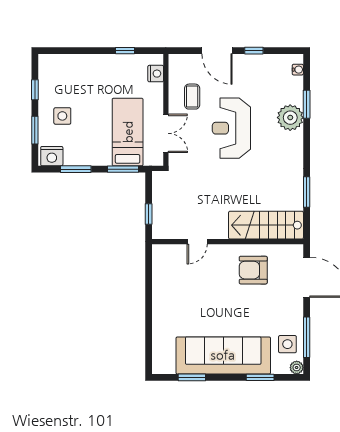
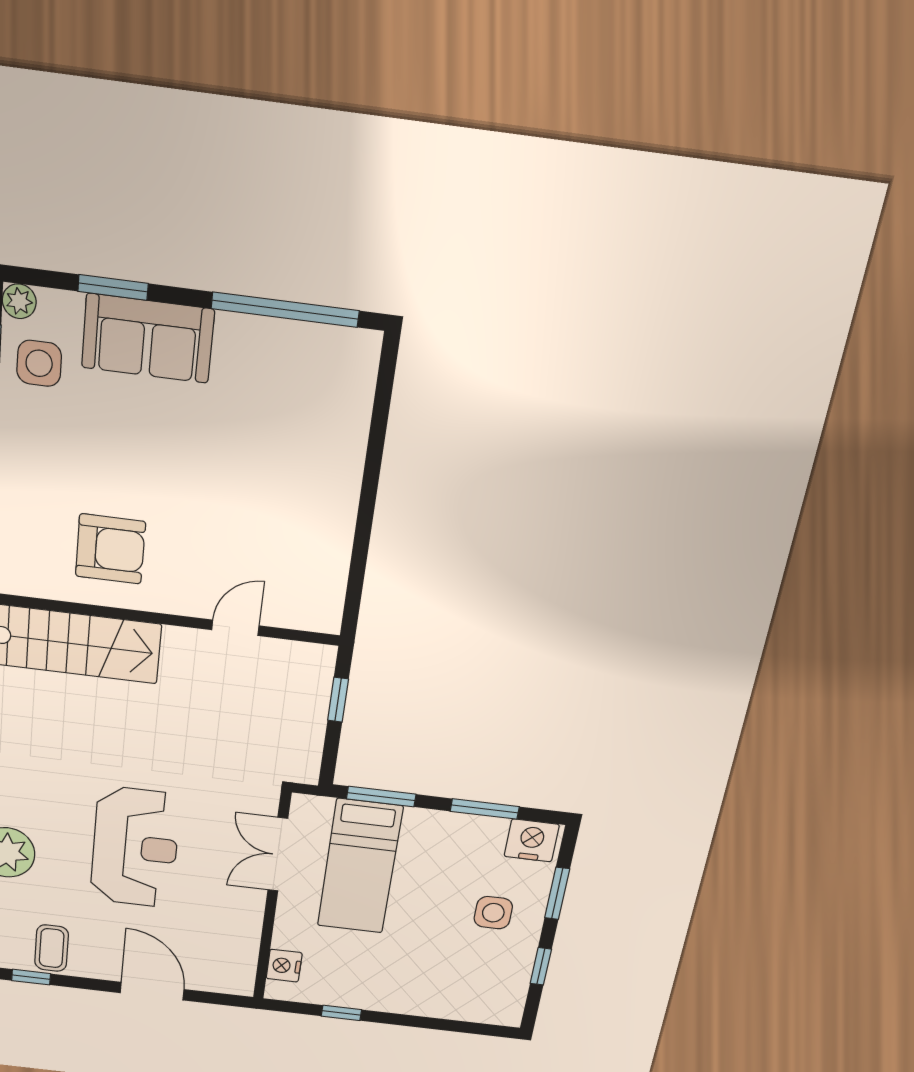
window: (254, 51) -> (31, 977), moved
coffee table: (192, 97) -> (52, 948), moved
sofa: (223, 355) -> (148, 338), width x0.54, depth x0.79
window: (192, 377) -> (285, 310), width x2.11

